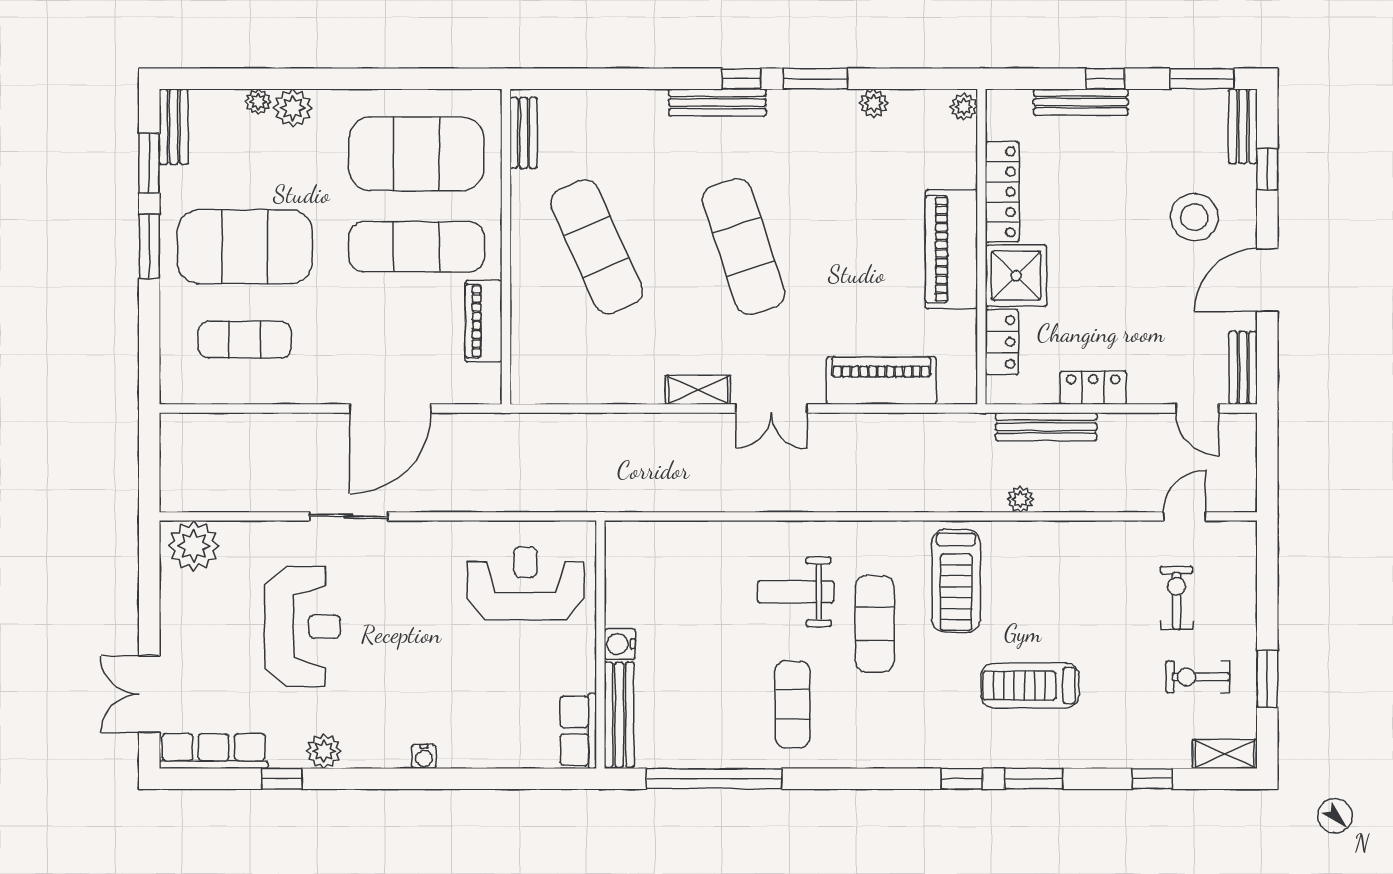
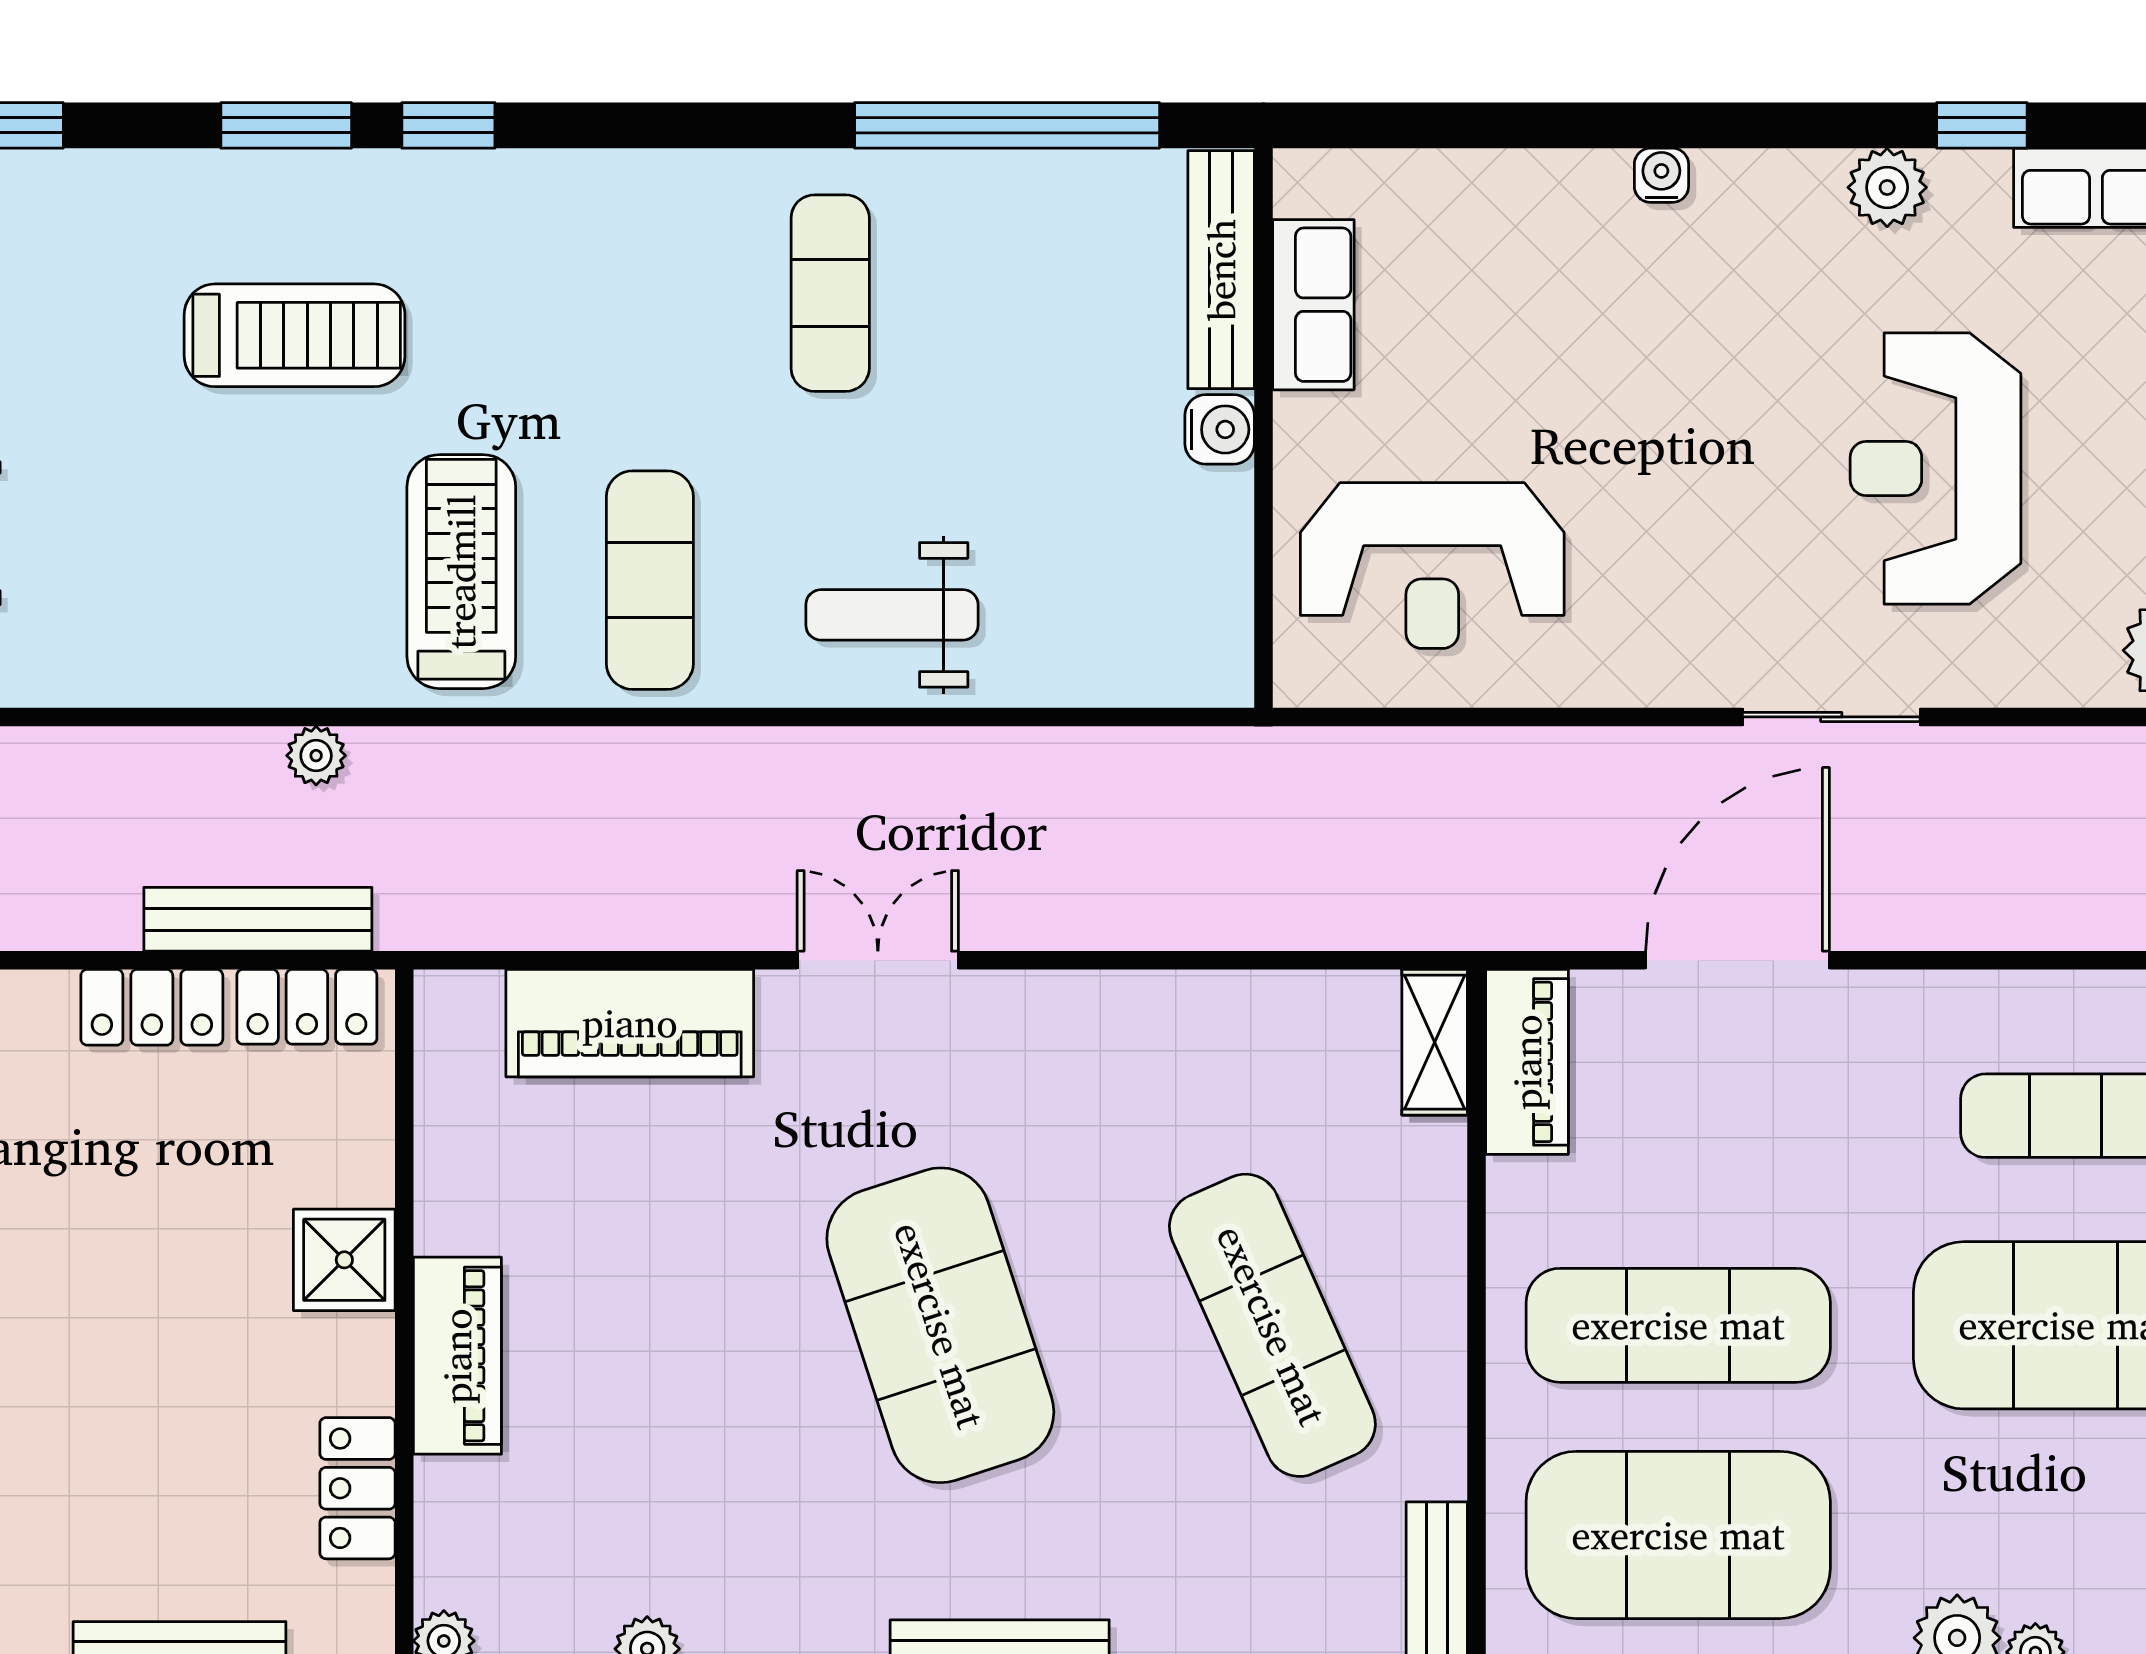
locker: (1002, 192) -> (357, 1488), width x0.66
exercise mat: (744, 247) -> (940, 1325), width x1.47
piano: (951, 249) -> (457, 1356), width x0.73, depth x0.75
shower: (1016, 276) -> (344, 1260), width x0.73, depth x0.73
piano: (484, 321) -> (1527, 1062), moved
locker: (1002, 342) -> (307, 1007), moved, turned -90
shelving: (698, 390) -> (1435, 1042), moved, turned 90
weight bench: (796, 592) -> (892, 615), moved, turned 180
exercise mat: (875, 624) -> (650, 580), moved
row of seats: (578, 731) -> (1313, 305), moved

